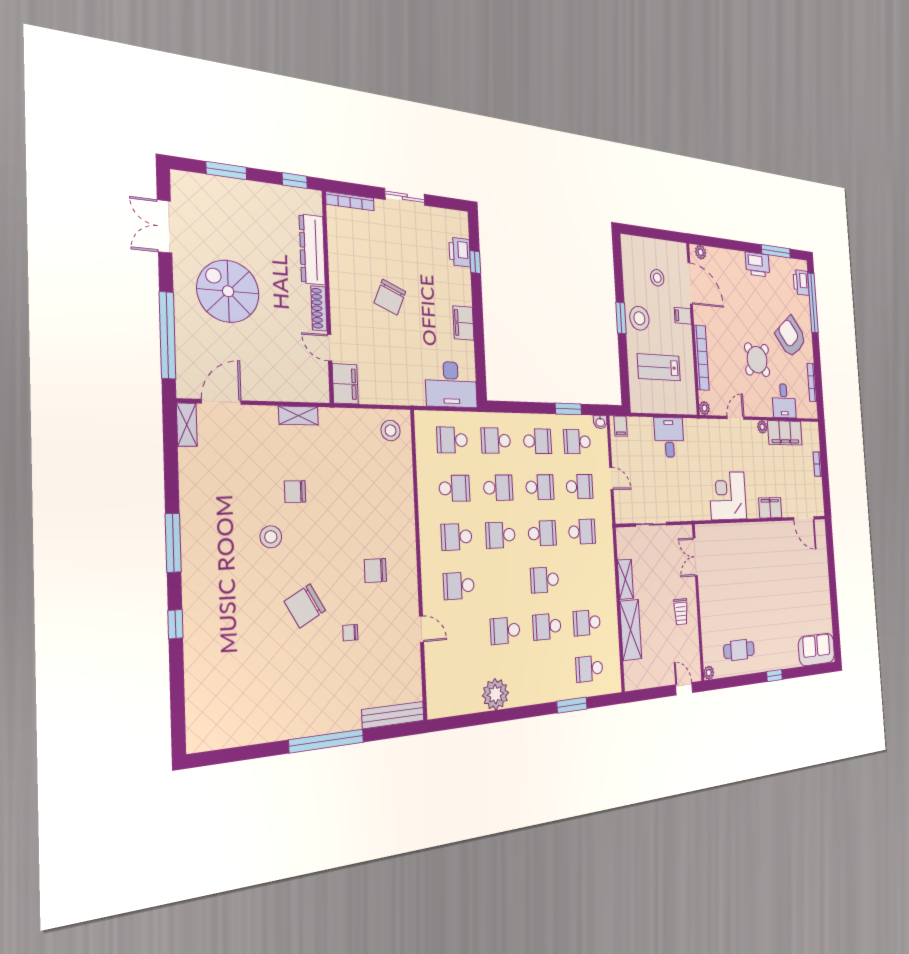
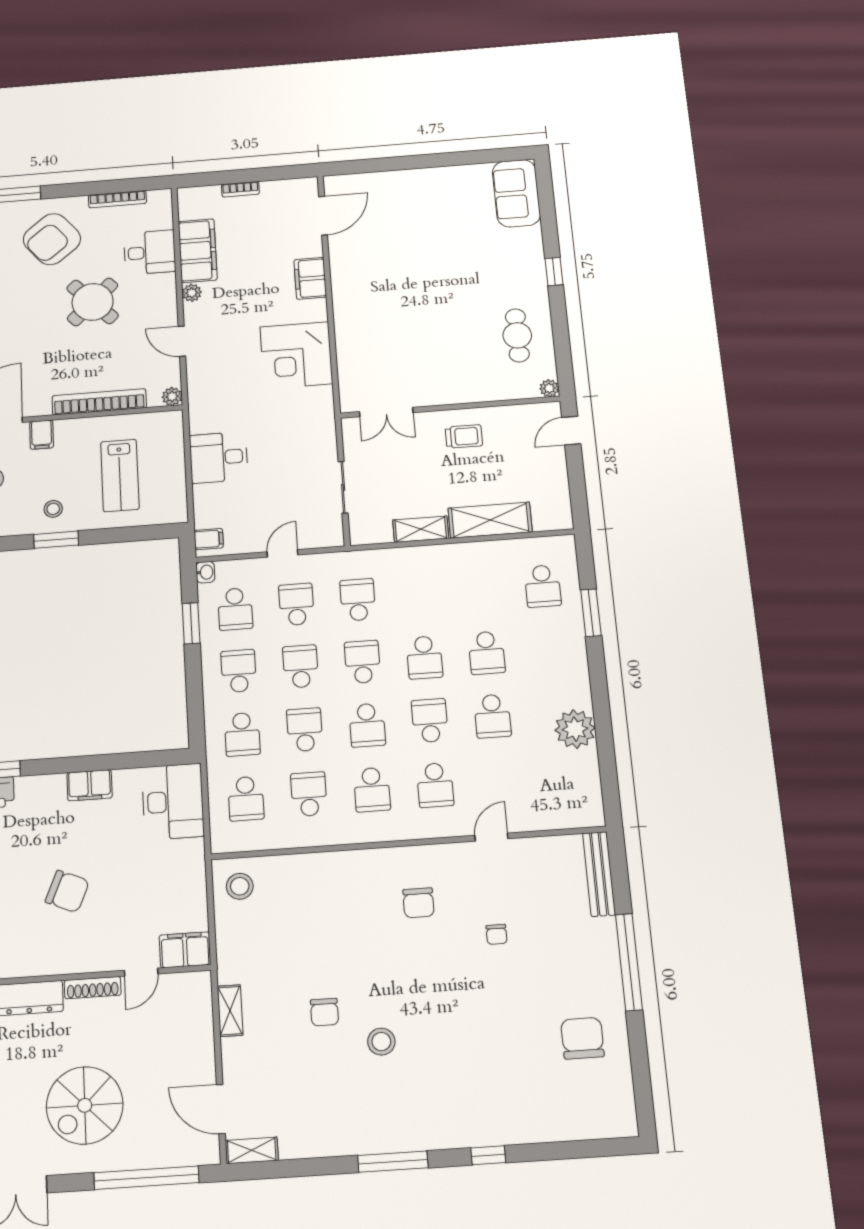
stool: (639, 318) -> (53, 509), width x0.53, depth x0.53
chair: (305, 606) -> (582, 1038), moved, turned -151
school desk: (587, 623) -> (430, 721), moved, turned 180

